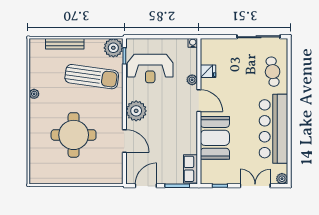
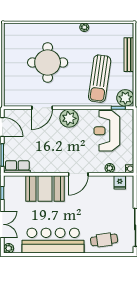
fridge: (208, 71) -> (120, 182), moved
plant: (192, 80) -> (110, 168), moved

